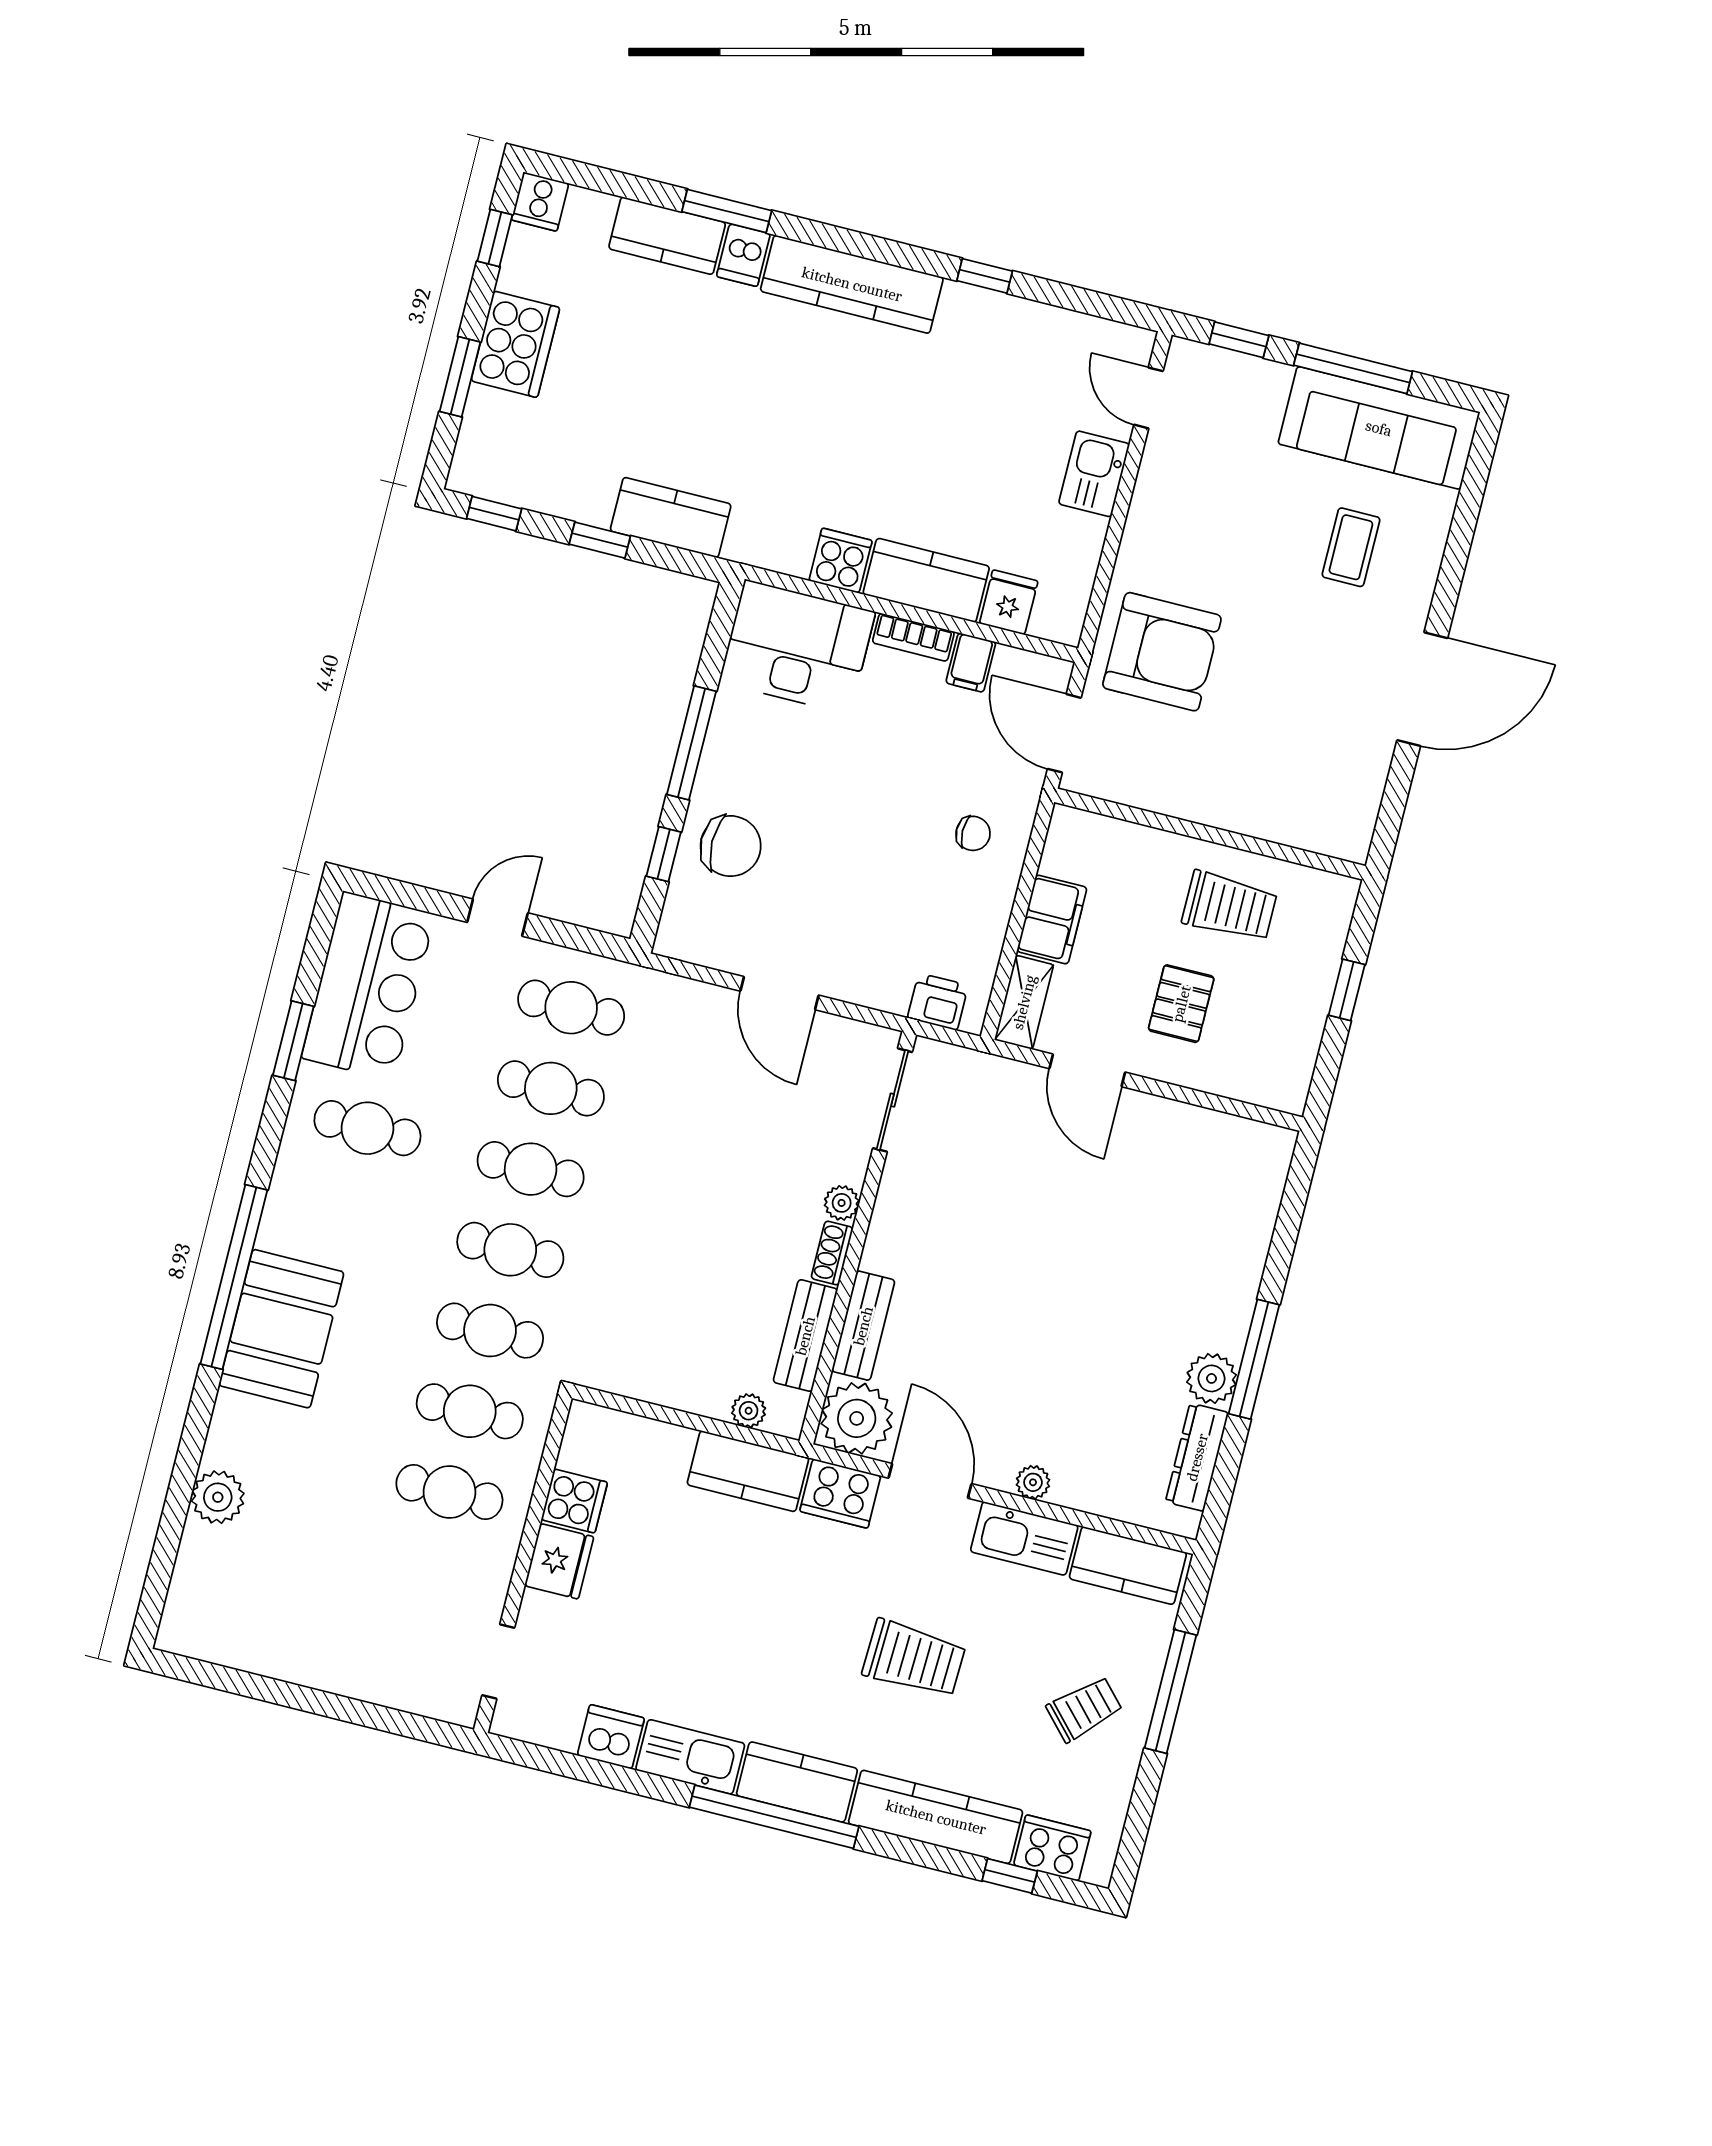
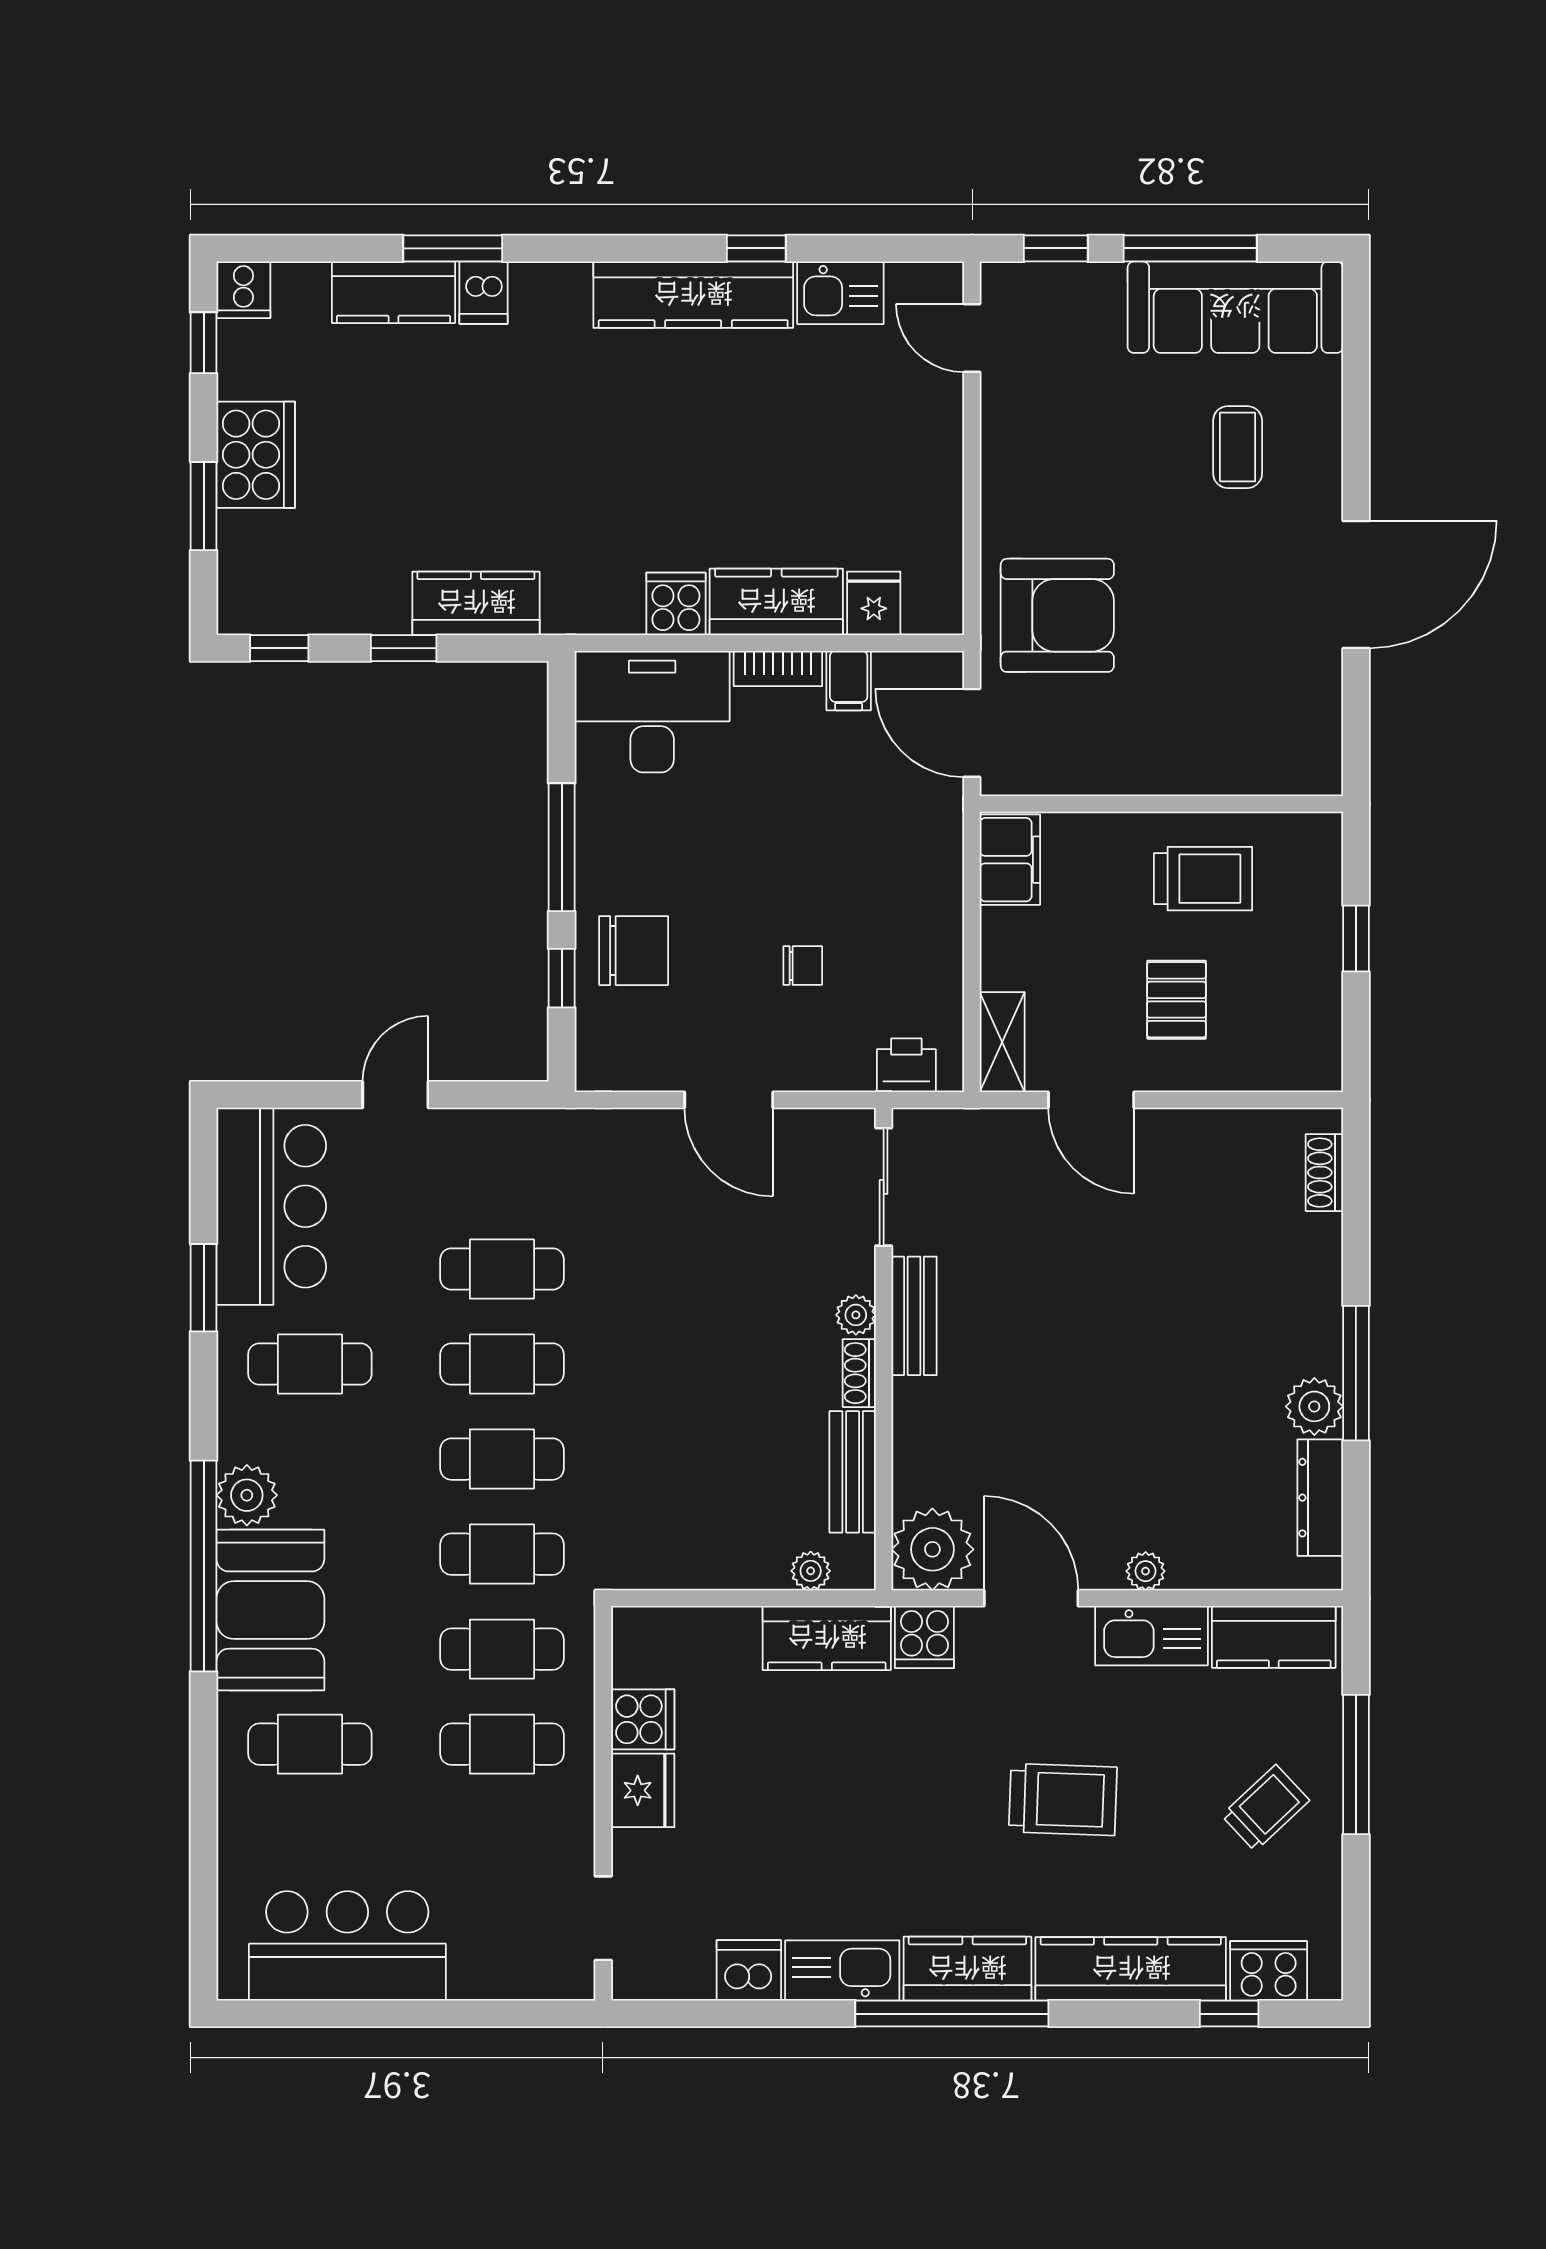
kitchen counter: (852, 284) -> (693, 295), moved
kitchen sink: (1094, 474) -> (840, 293), moved, turned -90
chair: (973, 833) -> (803, 966), moved
filing cabinet: (1052, 919) -> (1010, 860), moved
cafe table: (571, 1008) -> (310, 1744), moved
shoe rack: (1270, 1182) -> (1324, 1173), added
bench: (863, 1326) -> (914, 1316), moved
cooker: (840, 1493) -> (924, 1637), width x0.73
plant: (218, 1497) -> (247, 1495), moved
bar counter: (275, 1630) -> (347, 1946), added

